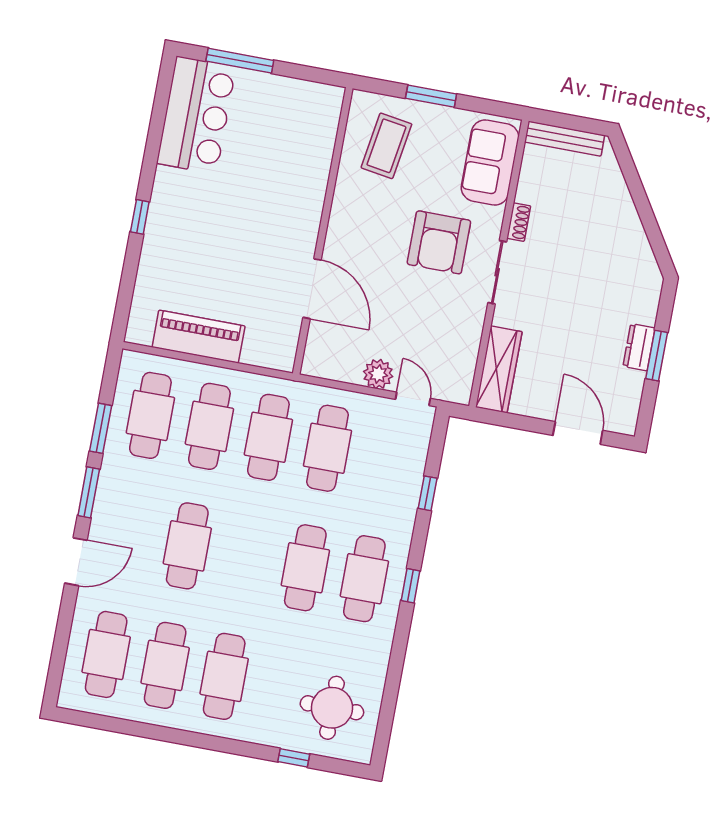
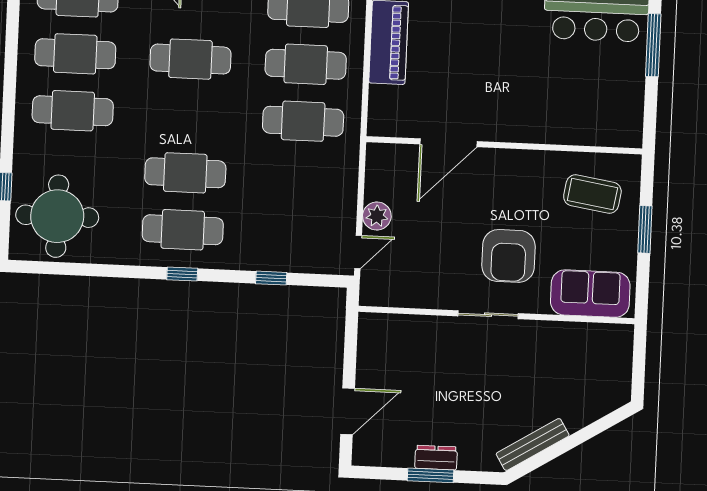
bench: (565, 139) -> (533, 444), moved, turned 58
shoe rack: (519, 222) -> (538, 328), removed
armchair: (439, 242) -> (508, 256), turned -90
wardrobe: (499, 369) -> (397, 329), removed
cafe table: (327, 448) -> (301, 178), removed
round table: (332, 708) -> (57, 216), width x1.36, depth x1.36

